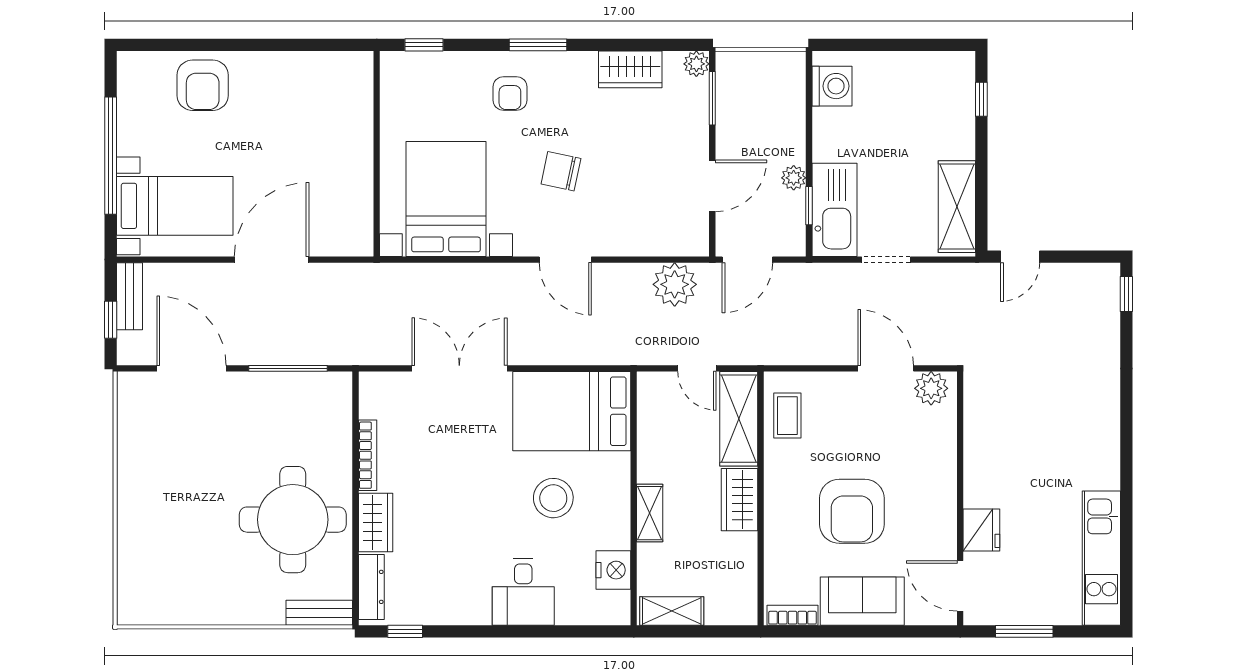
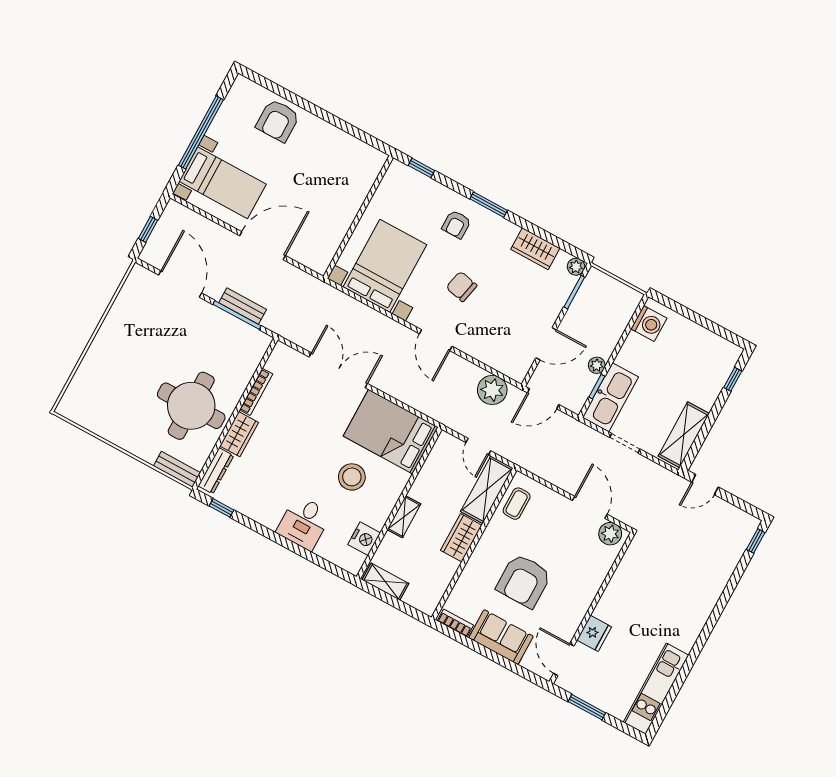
bench: (130, 296) -> (243, 306), moved, turned 90

